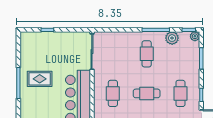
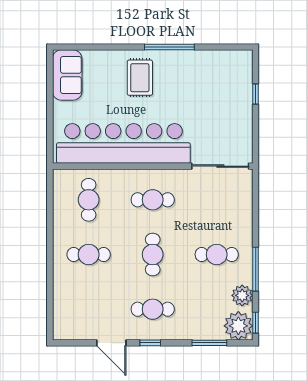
plant: (195, 36) -> (238, 326), width x1.87, depth x1.87
rug: (40, 79) -> (140, 78), moved

